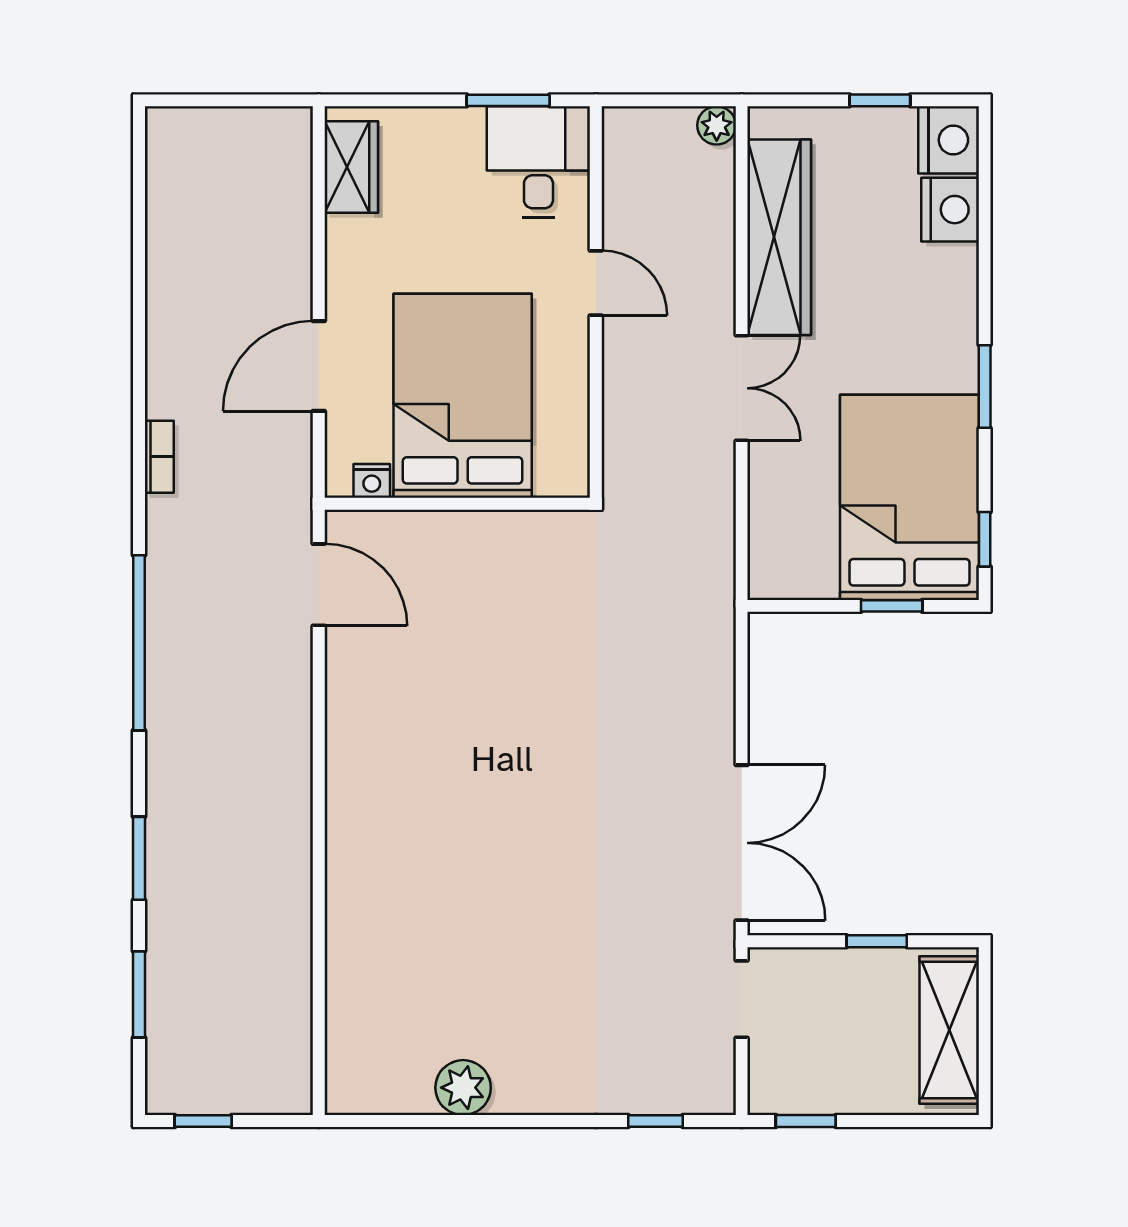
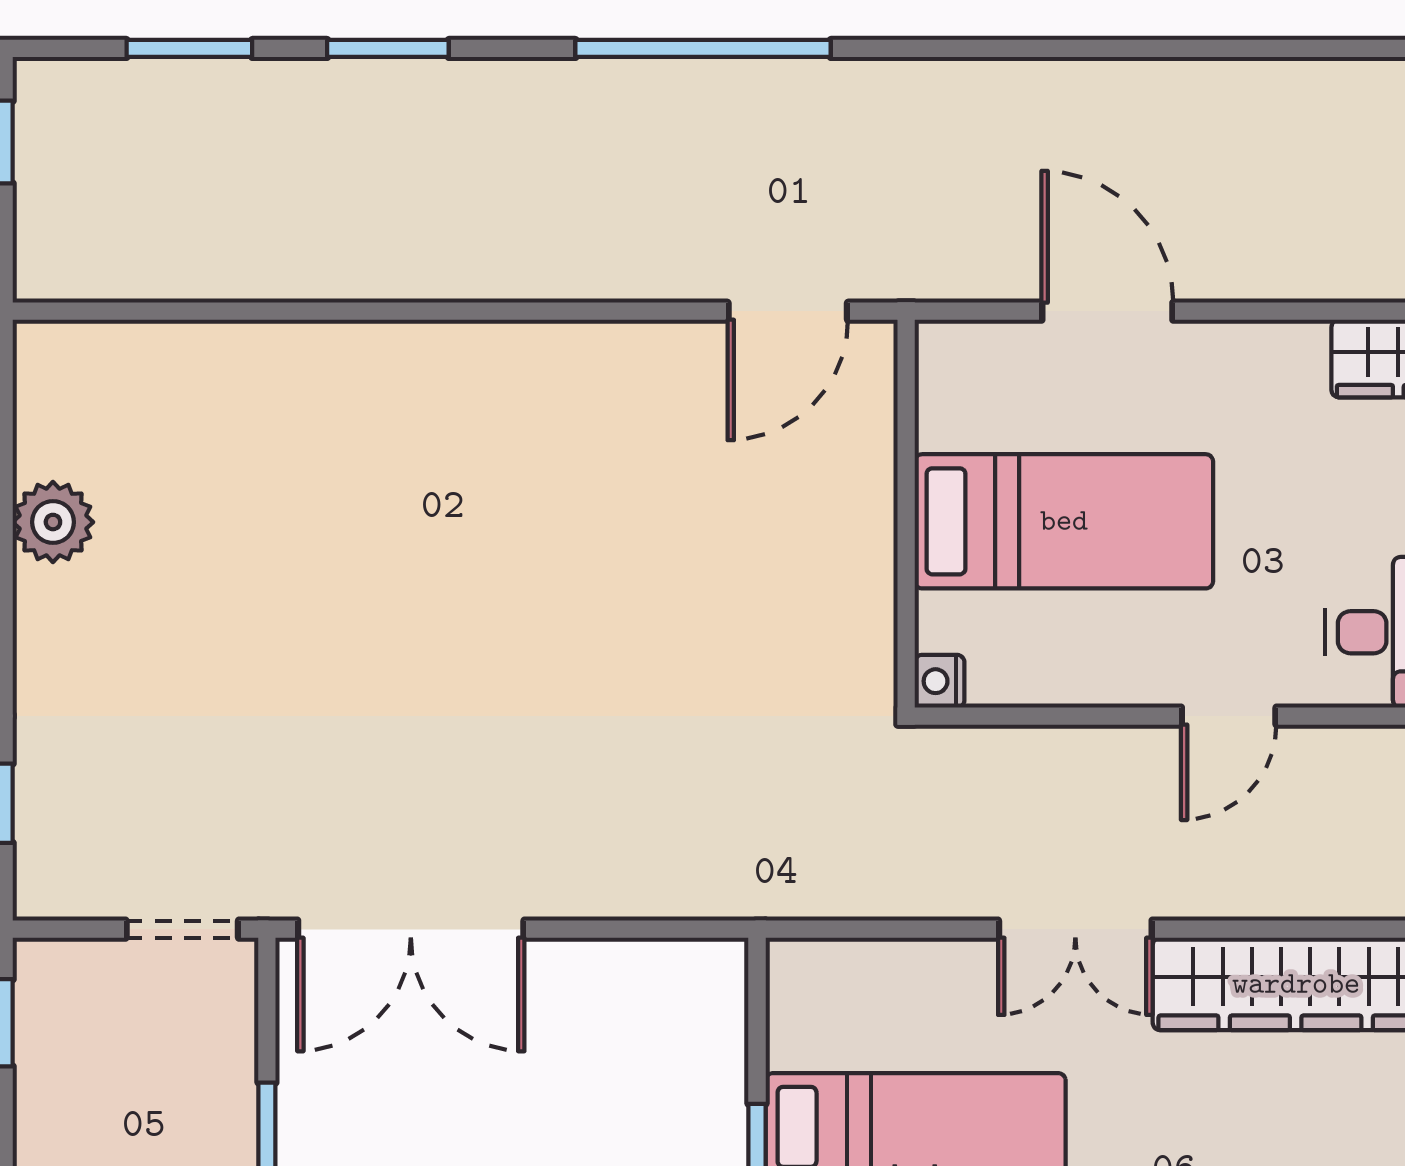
bed: (463, 396) -> (1064, 521), width x0.67
bookcase: (159, 457) -> (975, 78), removed
nightstand: (372, 481) -> (940, 681), moved

